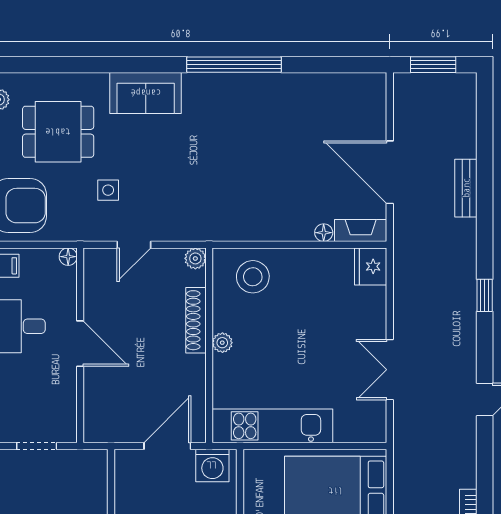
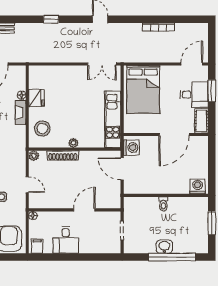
fireplace: (361, 230) -> (21, 113), moved
fridge: (371, 266) -> (36, 98), moved, turned -90
door: (80, 344) -> (84, 210), moved
double door: (390, 370) -> (102, 64), moved

